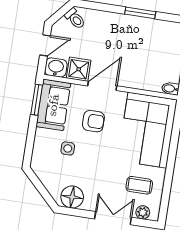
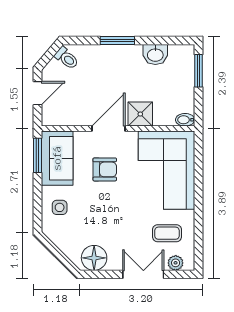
window: (140, 13) -> (117, 40), moved
washbasin: (56, 67) -> (155, 54), moved, turned 180
shower: (79, 69) -> (140, 114), moved
side table: (68, 148) -> (60, 207), moved

